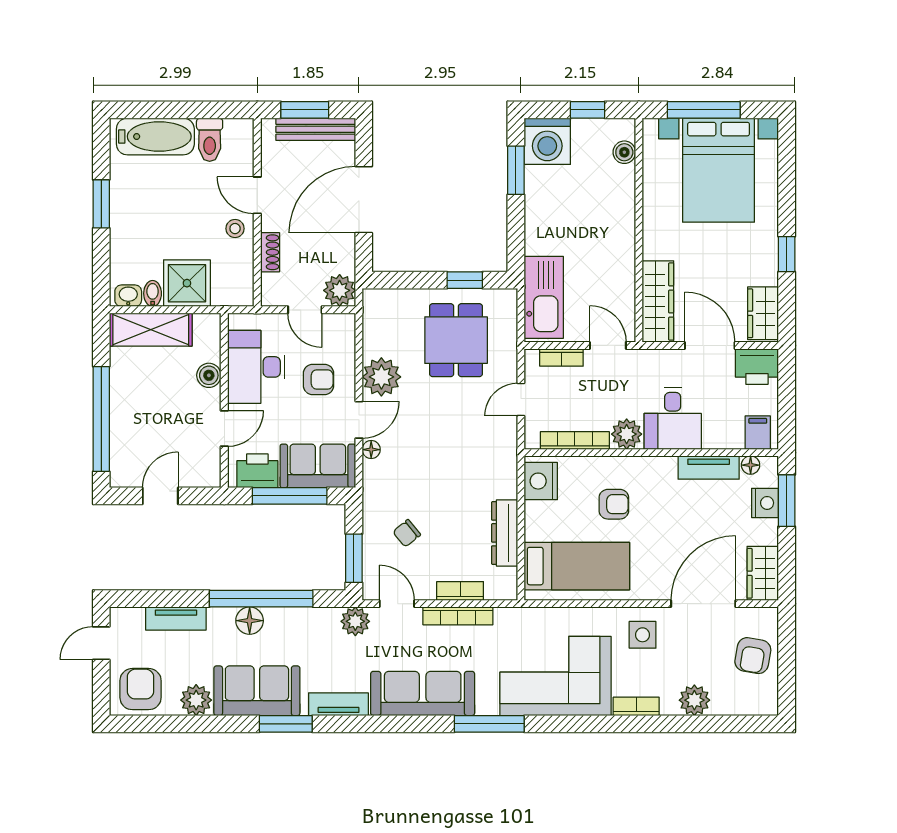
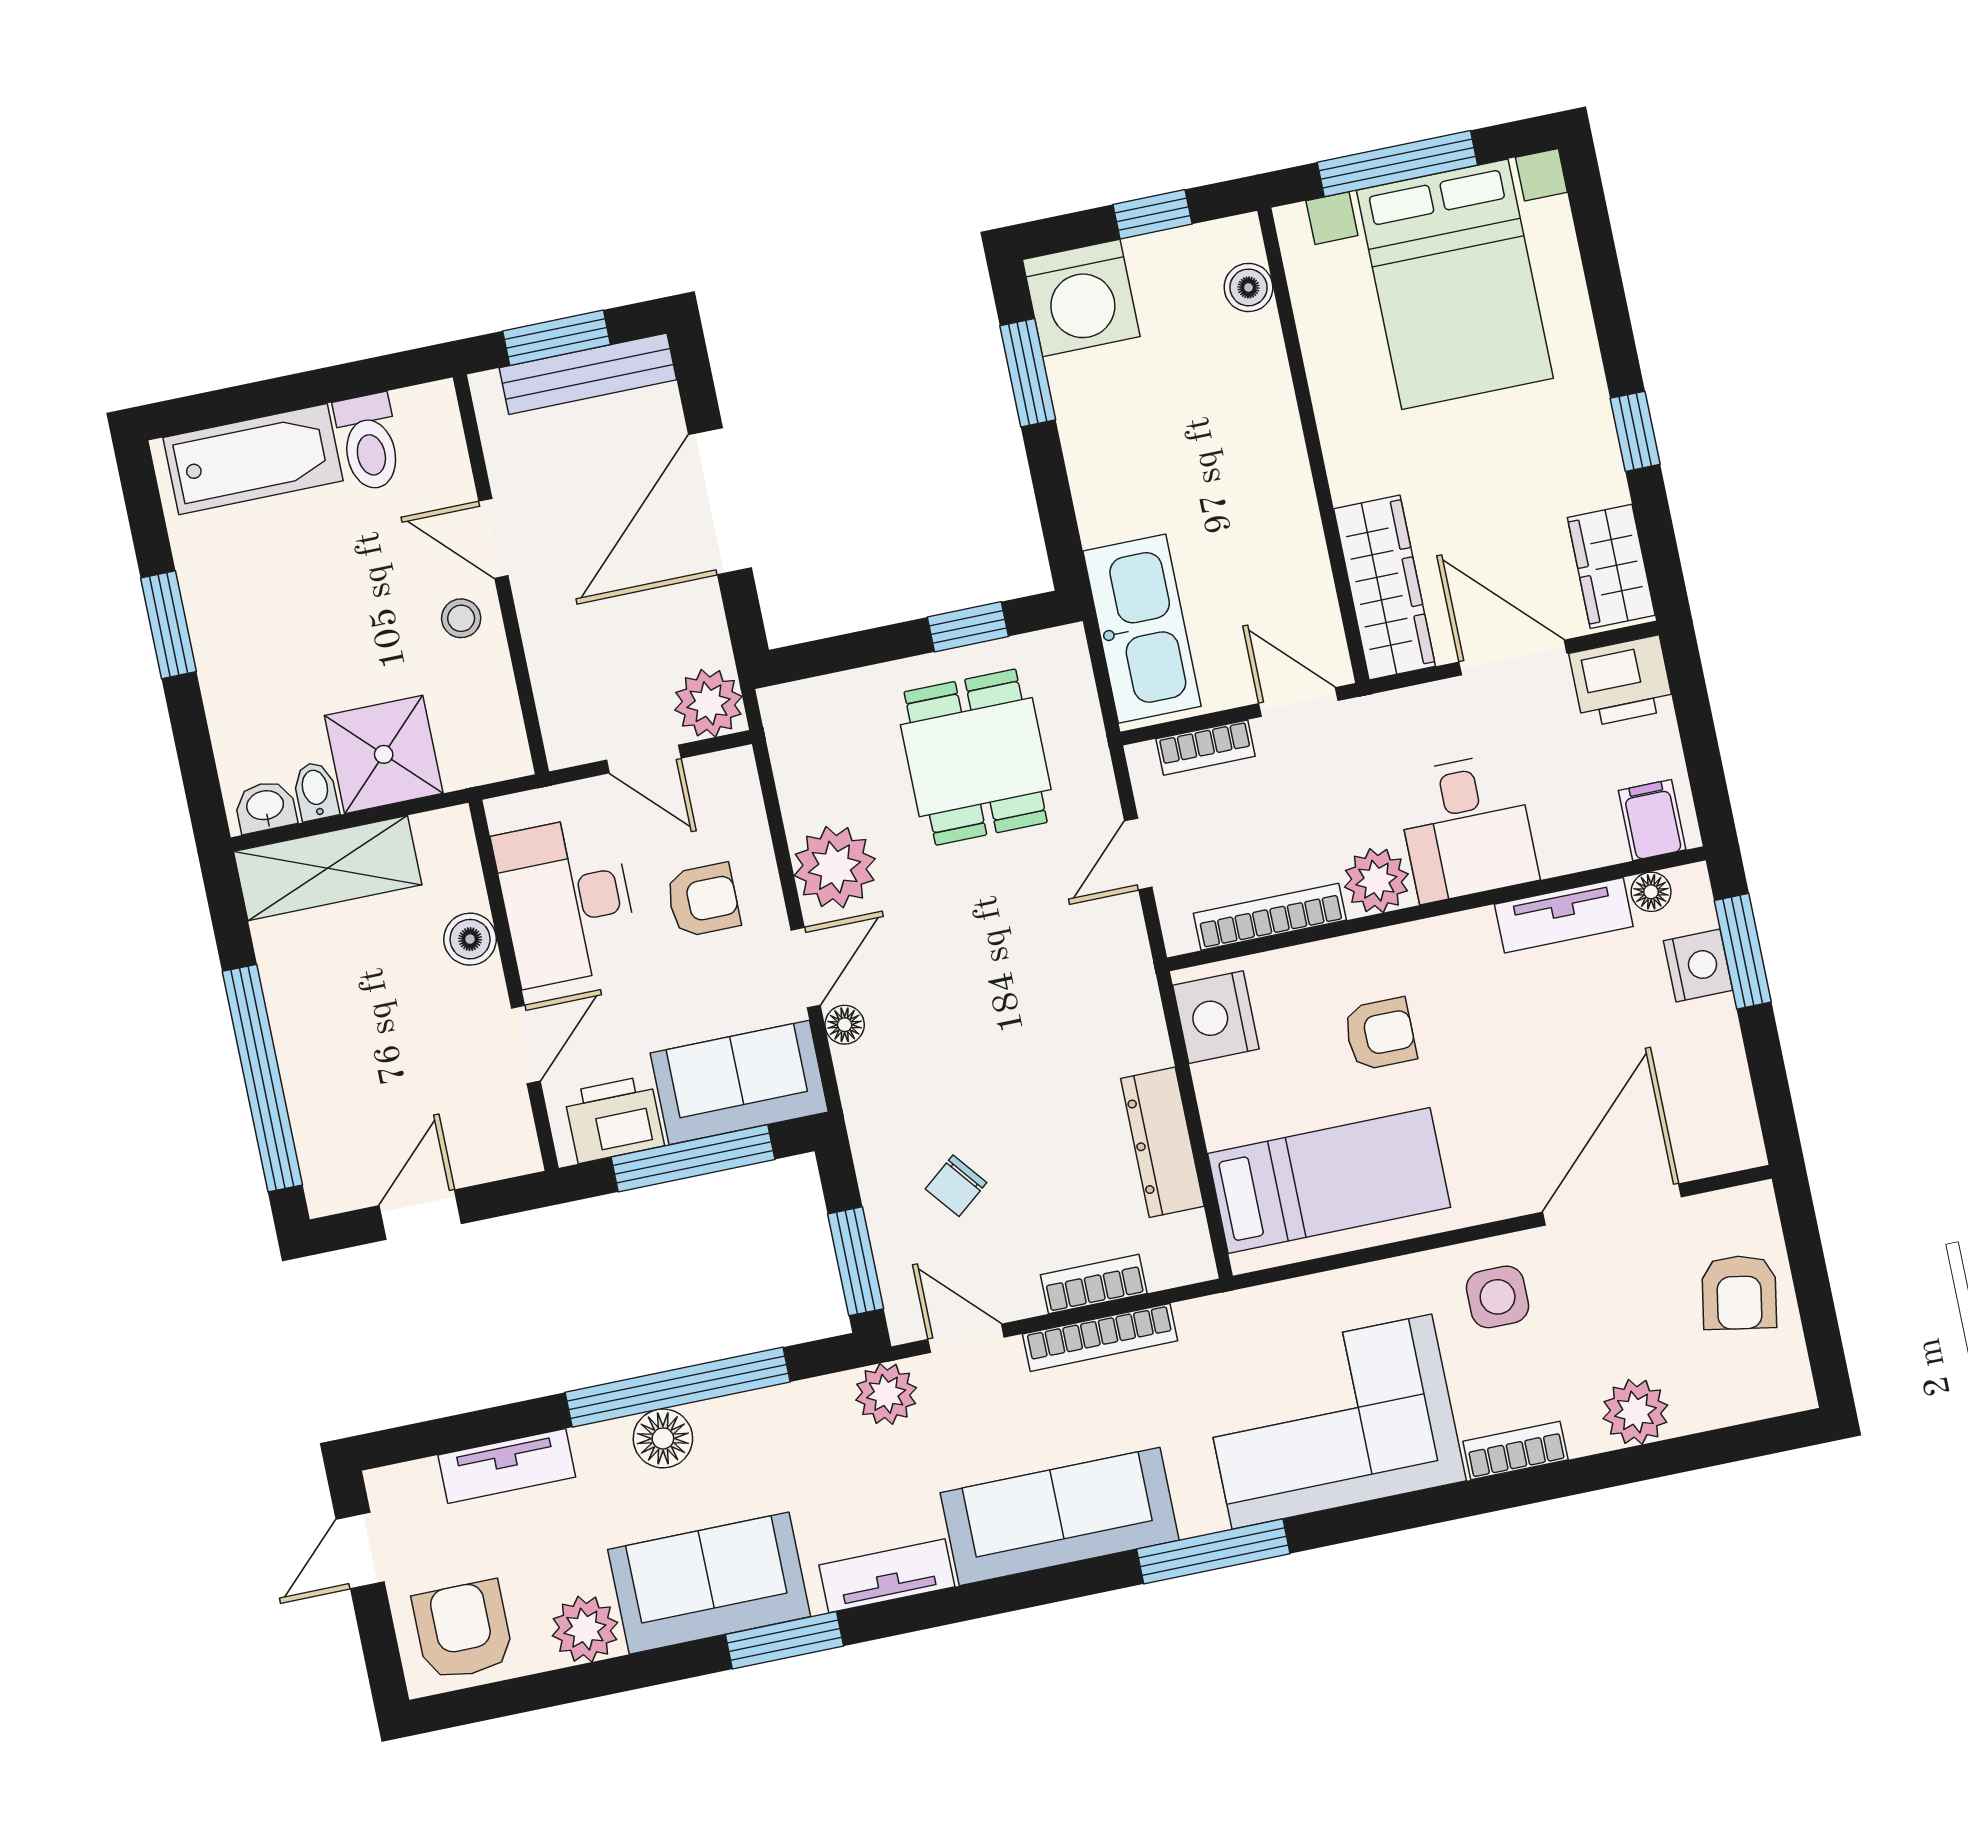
shoe rack: (270, 252) -> (545, 653), removed
wardrobe: (763, 573) -> (1724, 1115), removed

